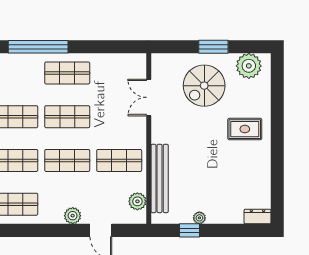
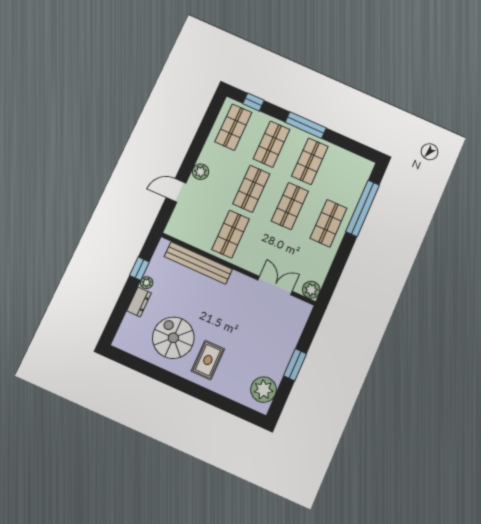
spiral stairs: (204, 86) -> (173, 338), moved
plant: (137, 201) -> (311, 290), moved
dresser: (257, 217) -> (139, 302), moved

